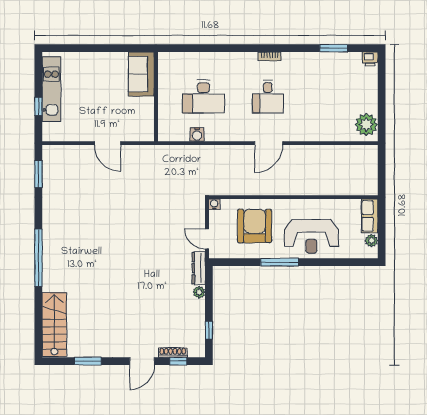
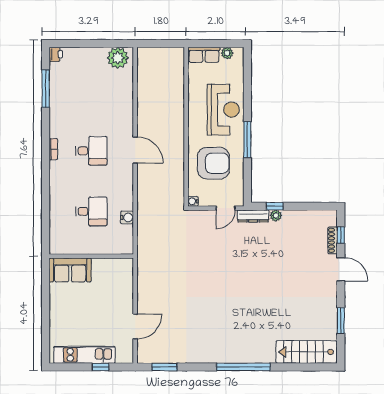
window: (334, 48) -> (46, 89), width x1.44
desk: (204, 97) -> (91, 211), width x0.73
door: (107, 143) -> (135, 327), moved
armchair: (255, 226) -> (213, 163), turned 180
window: (209, 330) -> (275, 206), moved

